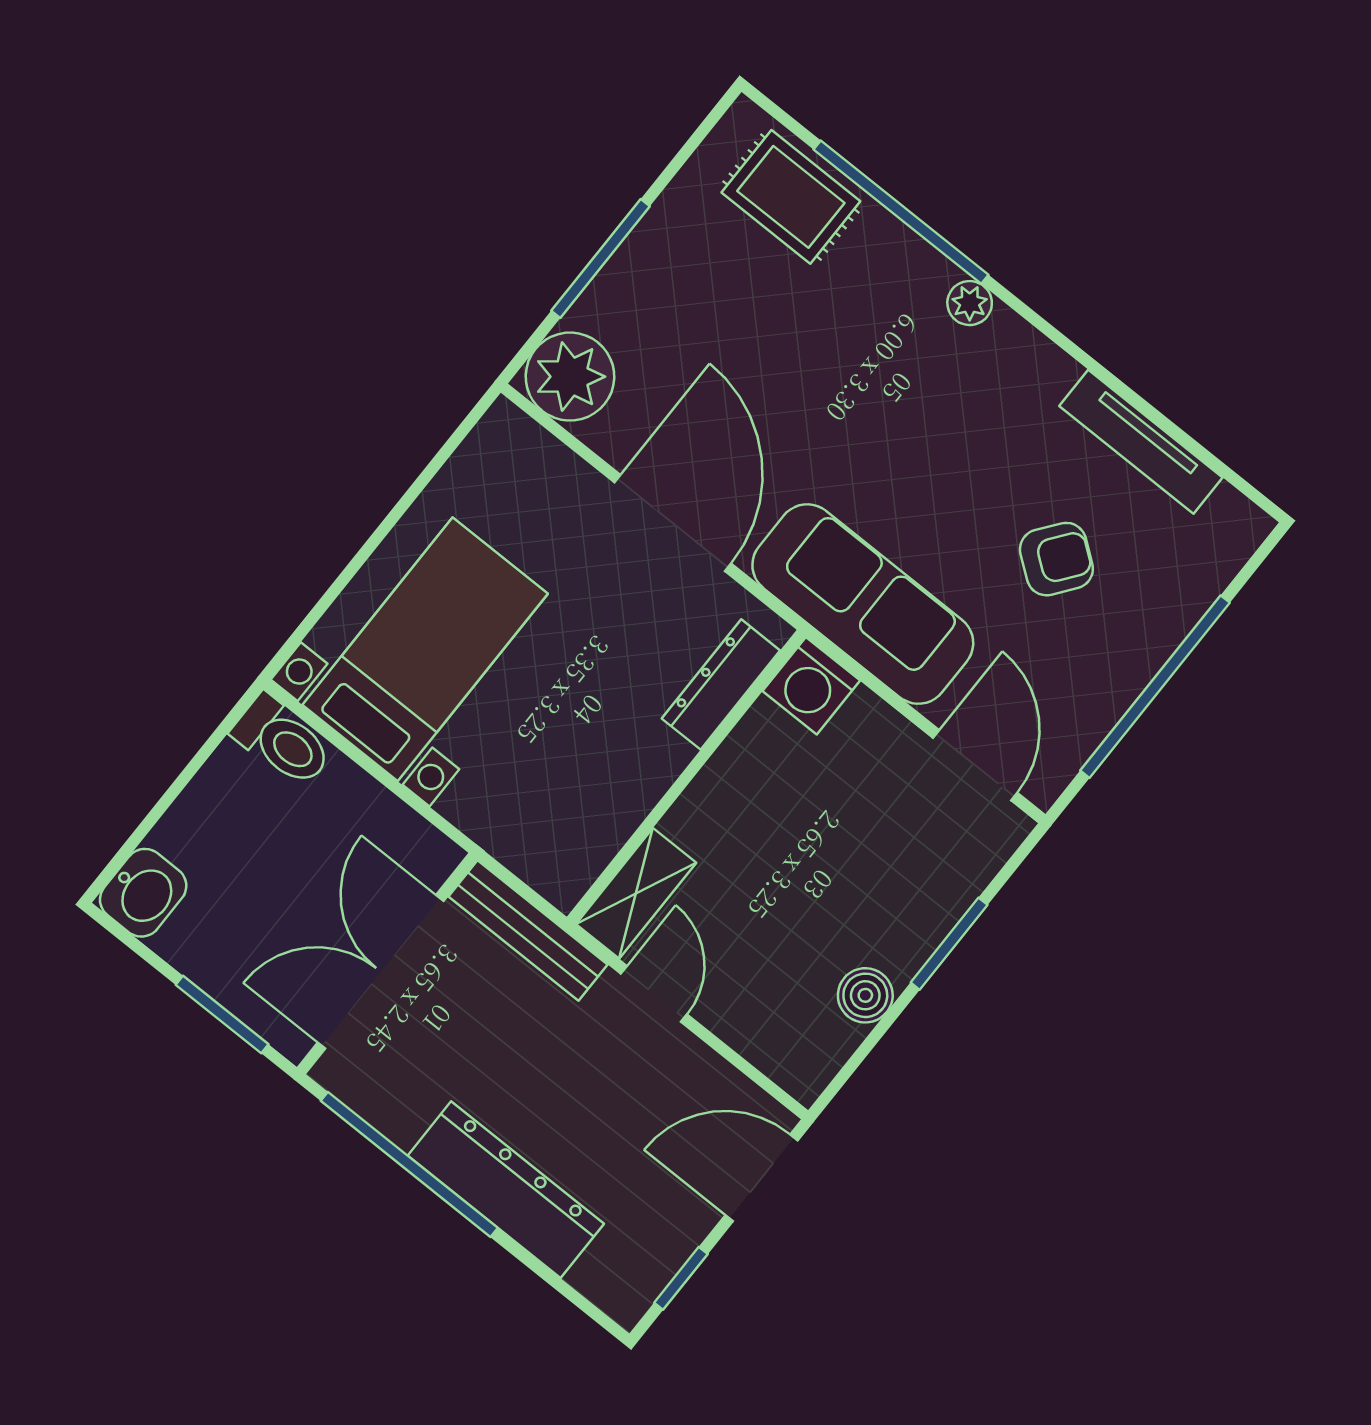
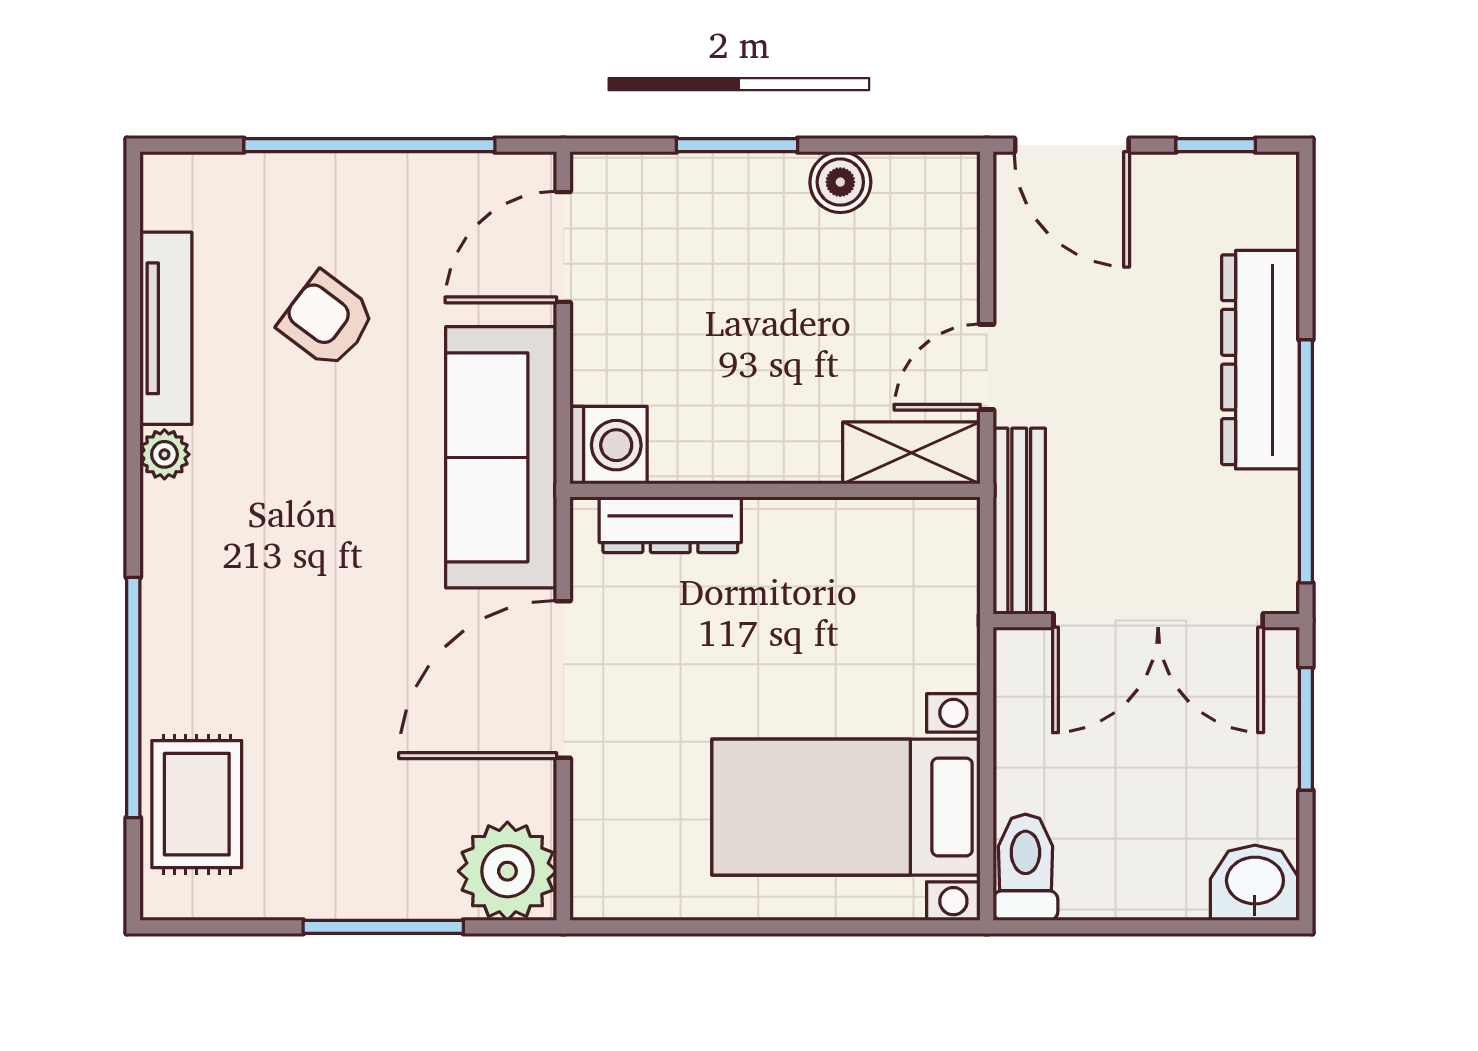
plant: (970, 303) -> (164, 454), moved

